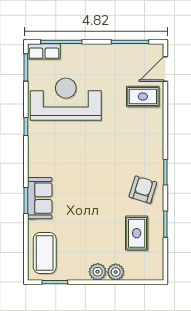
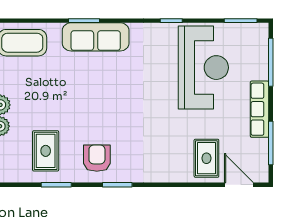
row of seats: (44, 51) -> (260, 109), moved, width x1.48
armchair: (143, 190) -> (97, 158), turned -107
sofa: (40, 198) -> (96, 37), width x1.36
rug: (137, 233) -> (46, 151), turned 90

